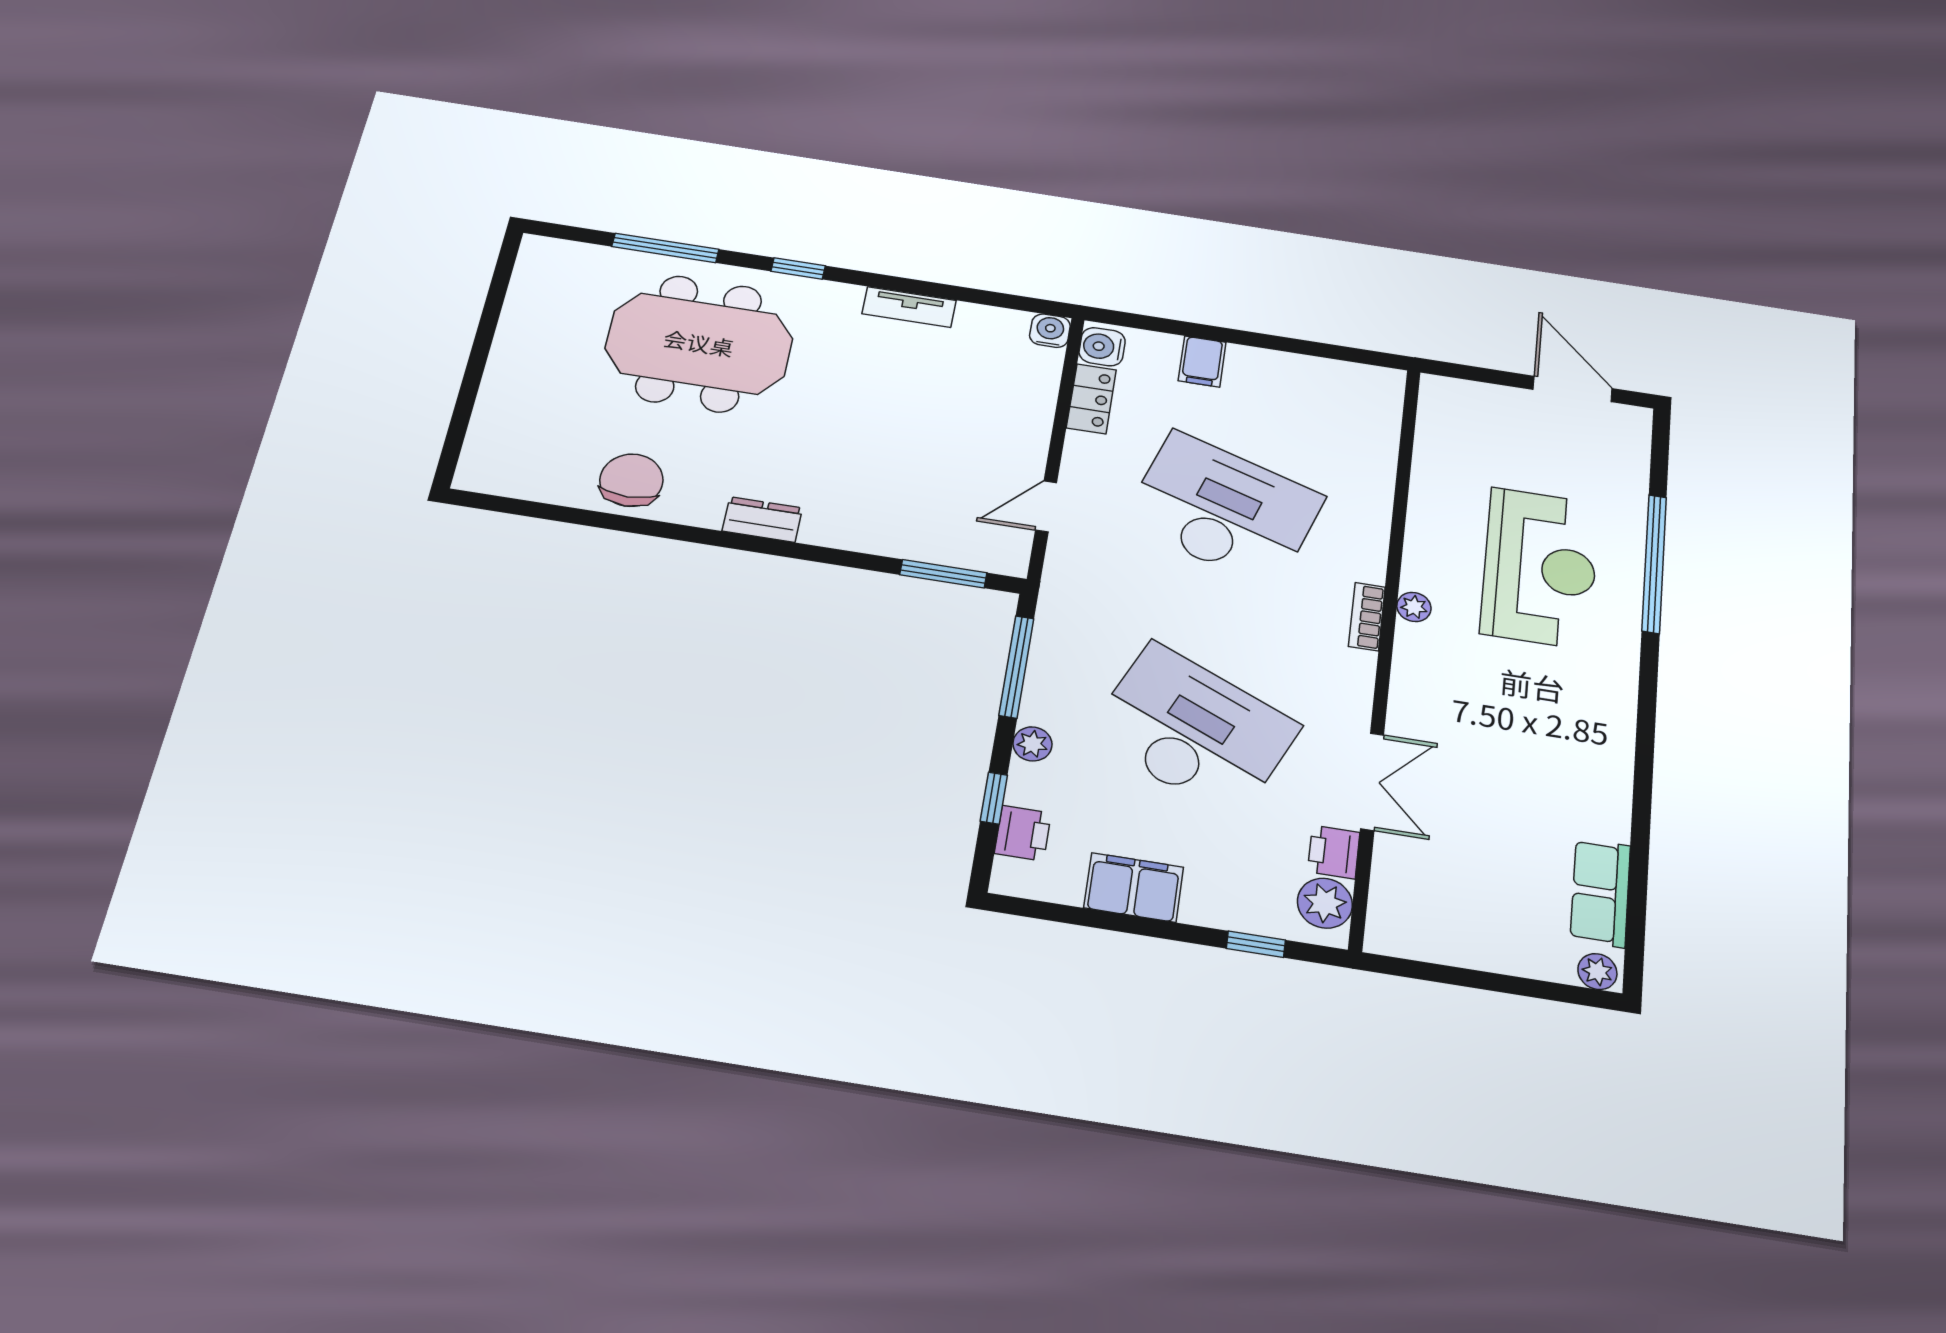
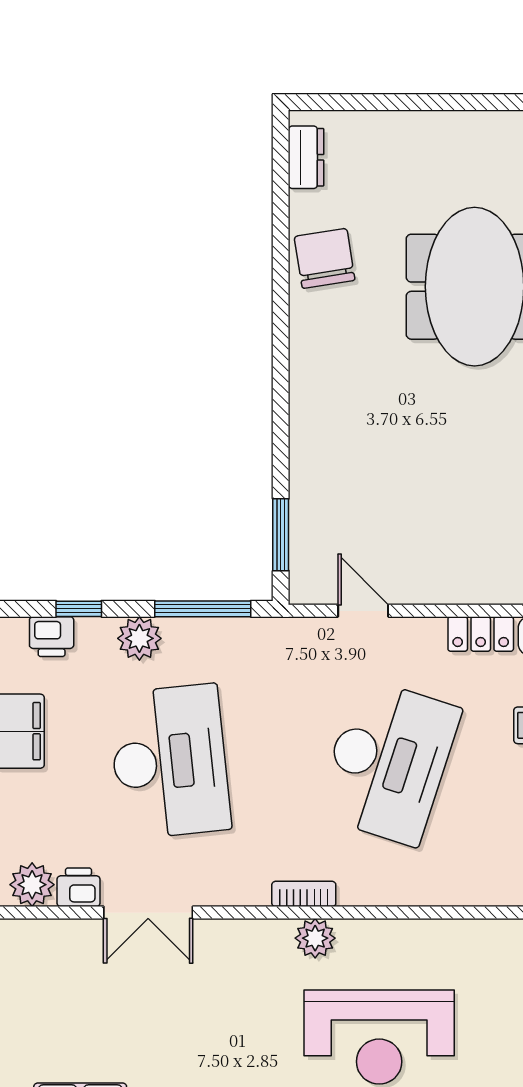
chair: (631, 480) -> (325, 258), turned -99
dresser: (762, 519) -> (306, 157), moved
plant: (1414, 607) -> (315, 938), width x1.38, depth x1.38
desk: (1193, 730) -> (169, 762), turned -30
plant: (1032, 744) -> (139, 638), width x1.38, depth x1.38

